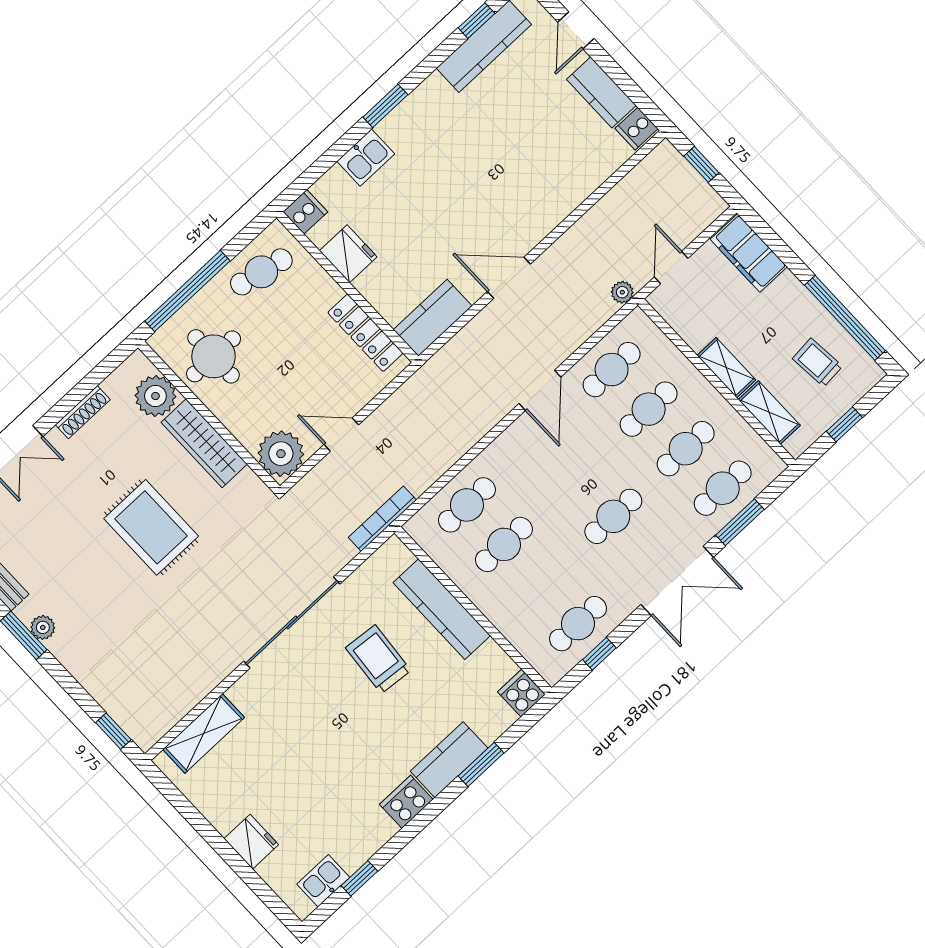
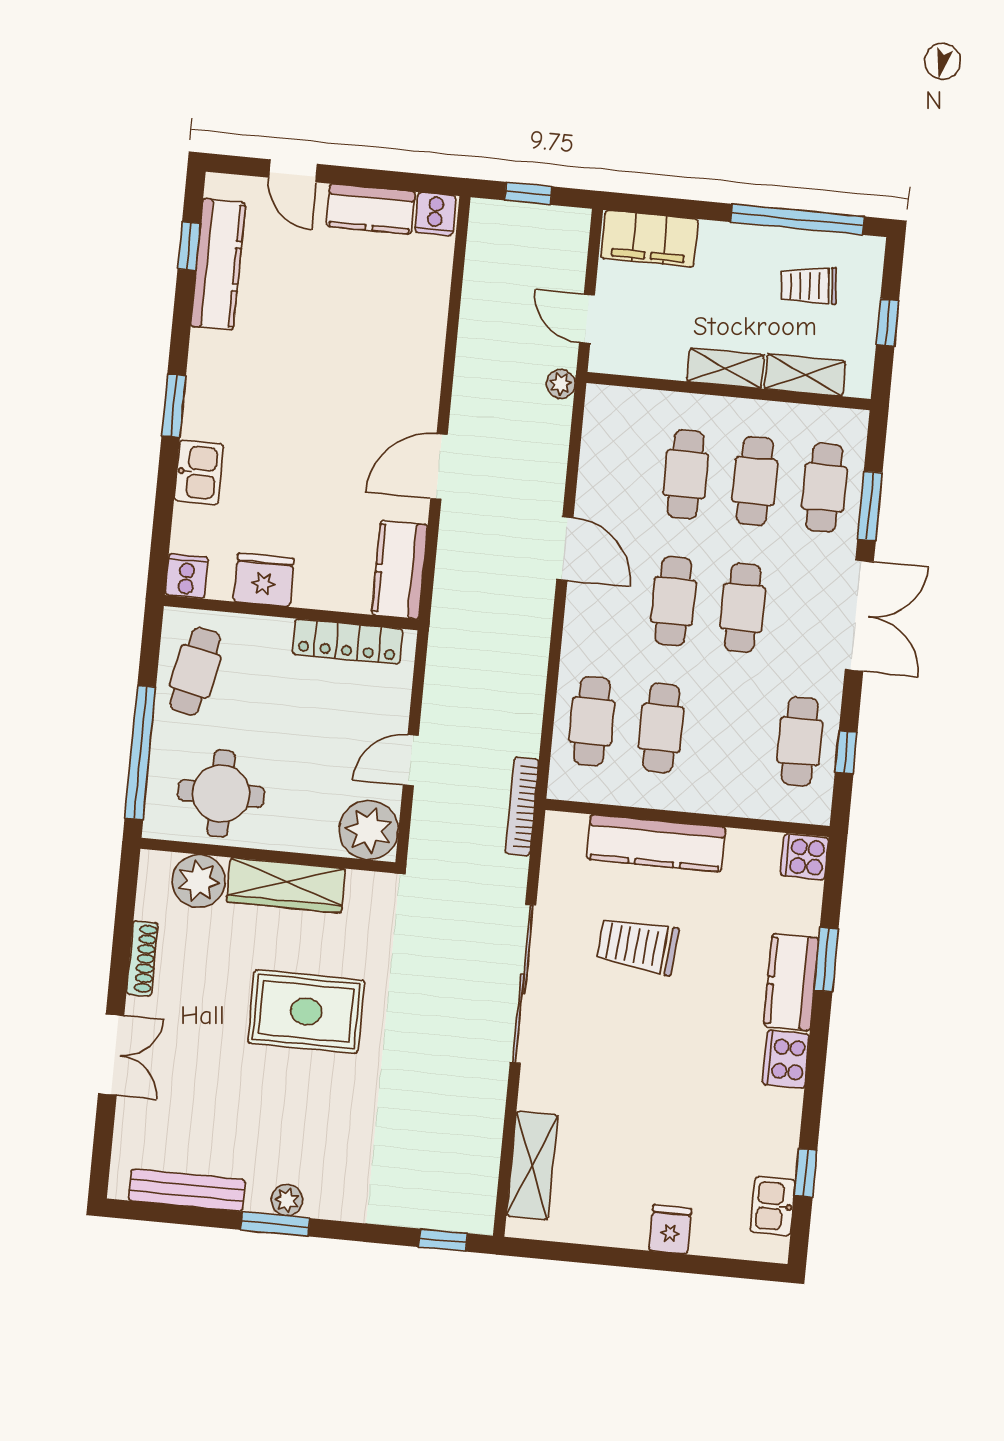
cafe table: (612, 370) -> (673, 601), moved
fridge: (251, 842) -> (670, 1230), width x0.72

